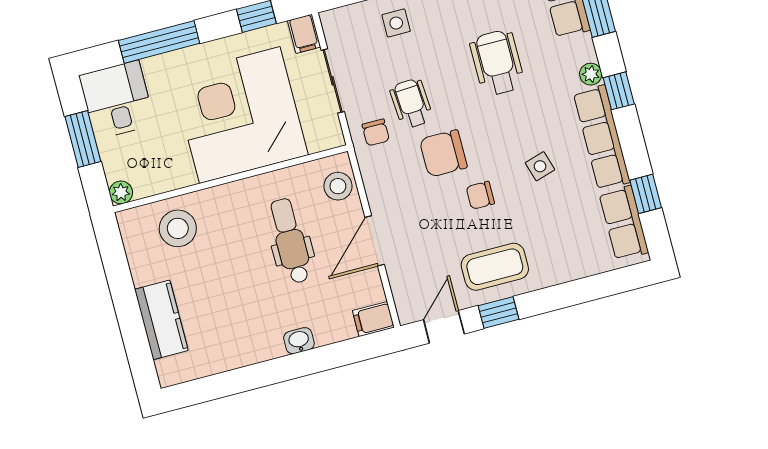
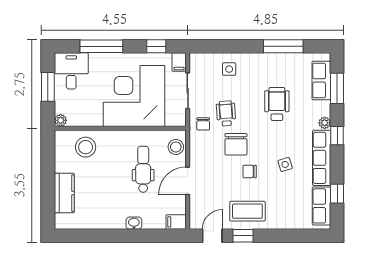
chair: (443, 153) -> (236, 144), turned -90

